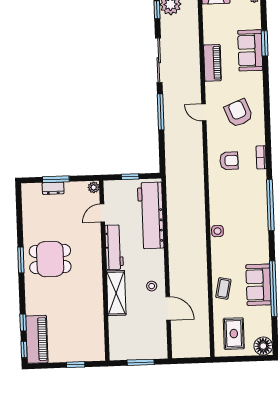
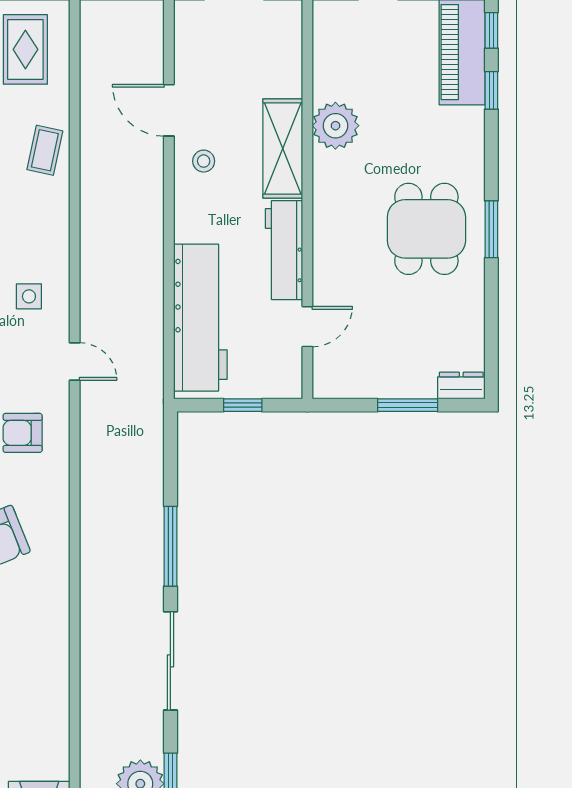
piano: (212, 63) -> (52, 651), removed
door: (204, 112) -> (75, 361), moved
plant: (94, 187) -> (335, 126), moved, width x1.88, depth x1.88
dresser: (53, 188) -> (461, 385), moved
side table: (217, 231) -> (29, 296), moved
dining table: (50, 259) -> (426, 229), turned 90

